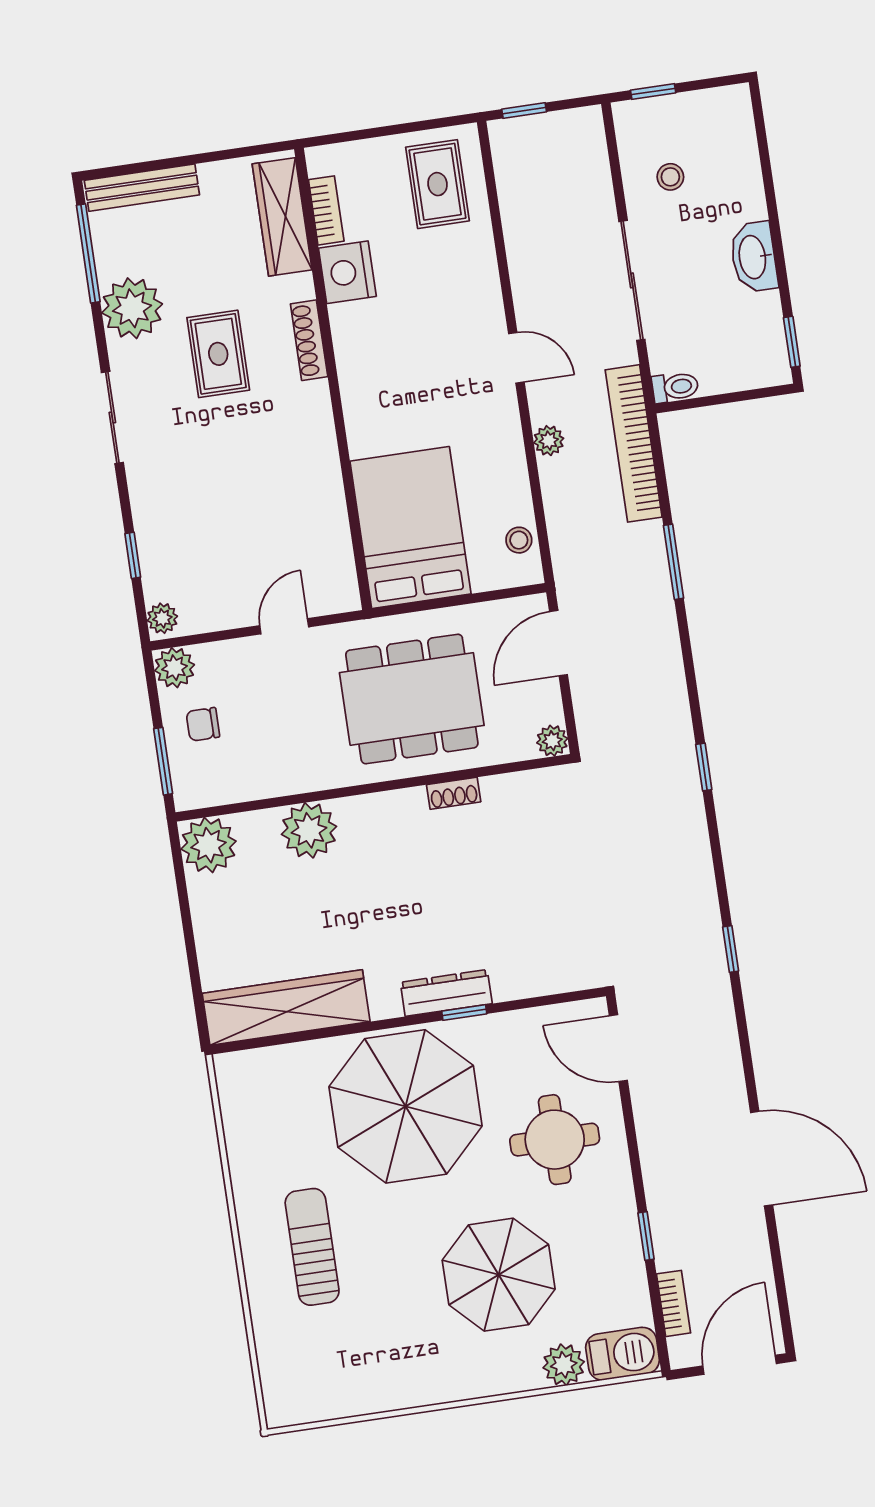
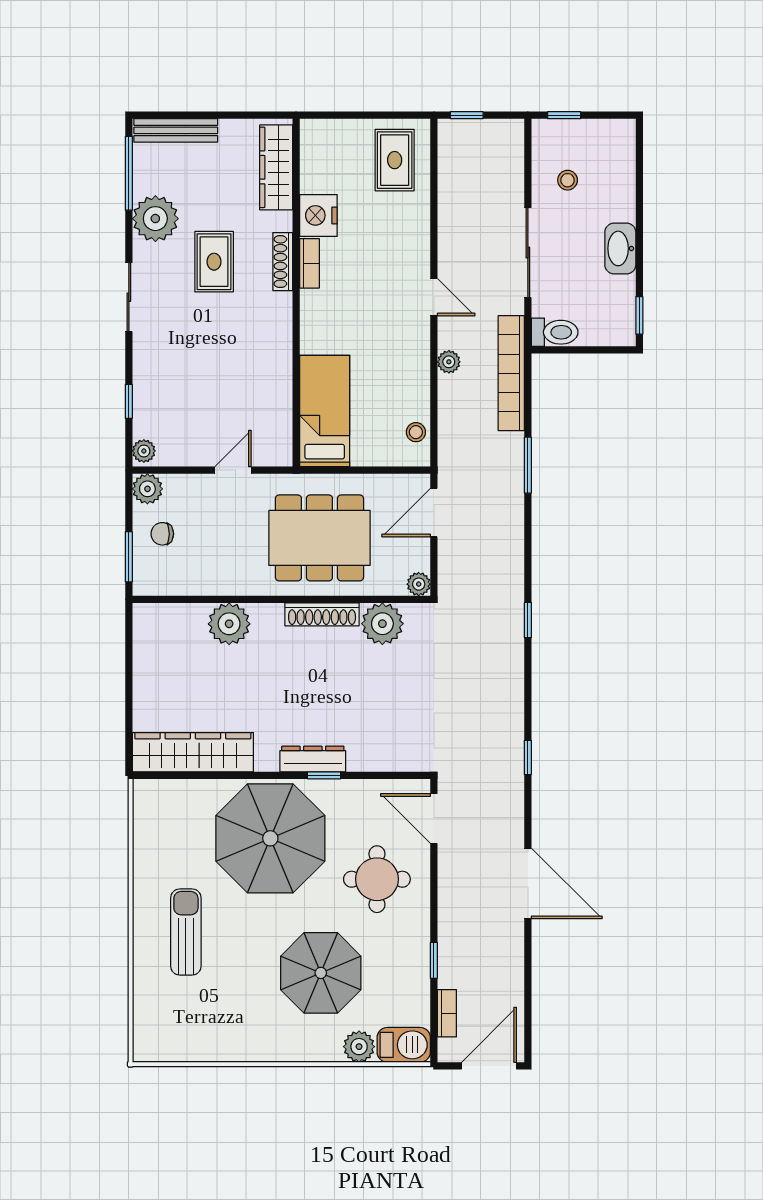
bookcase: (326, 210) -> (309, 263), moved
toilet: (675, 387) -> (555, 332), width x1.37, depth x1.39
bed: (410, 528) -> (325, 411), width x0.67
shoe rack: (454, 793) -> (322, 614), width x1.94, depth x1.24
plant: (209, 845) -> (382, 624), moved
door: (762, 1159) -> (528, 883), moved

